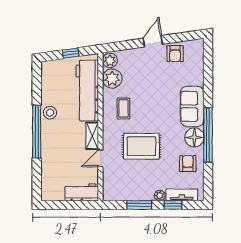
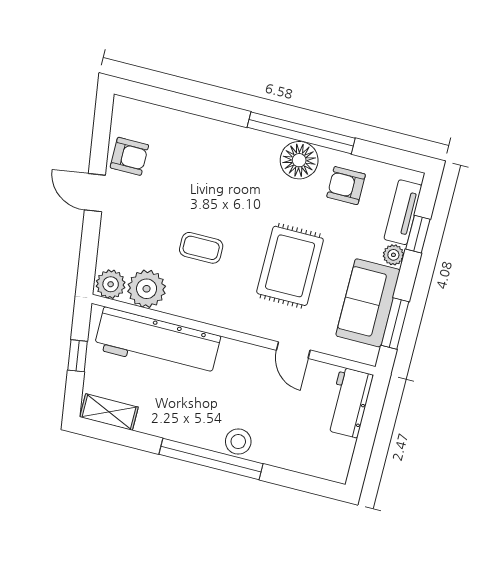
sofa: (192, 106) -> (368, 303), moved, turned 90
coffee table: (123, 108) -> (201, 248), moved
stool: (50, 113) -> (238, 442), moved
shelving: (92, 136) -> (109, 412), moved
window: (139, 205) -> (395, 324), moved

